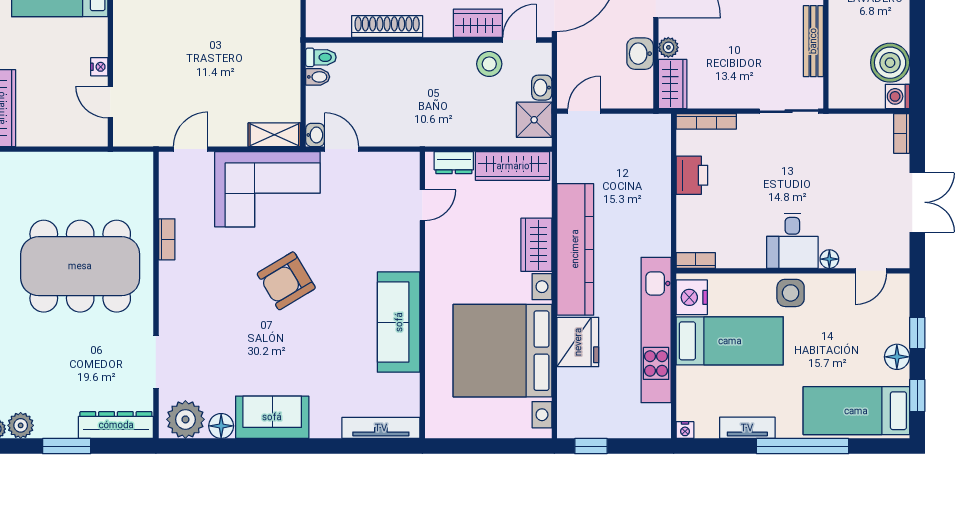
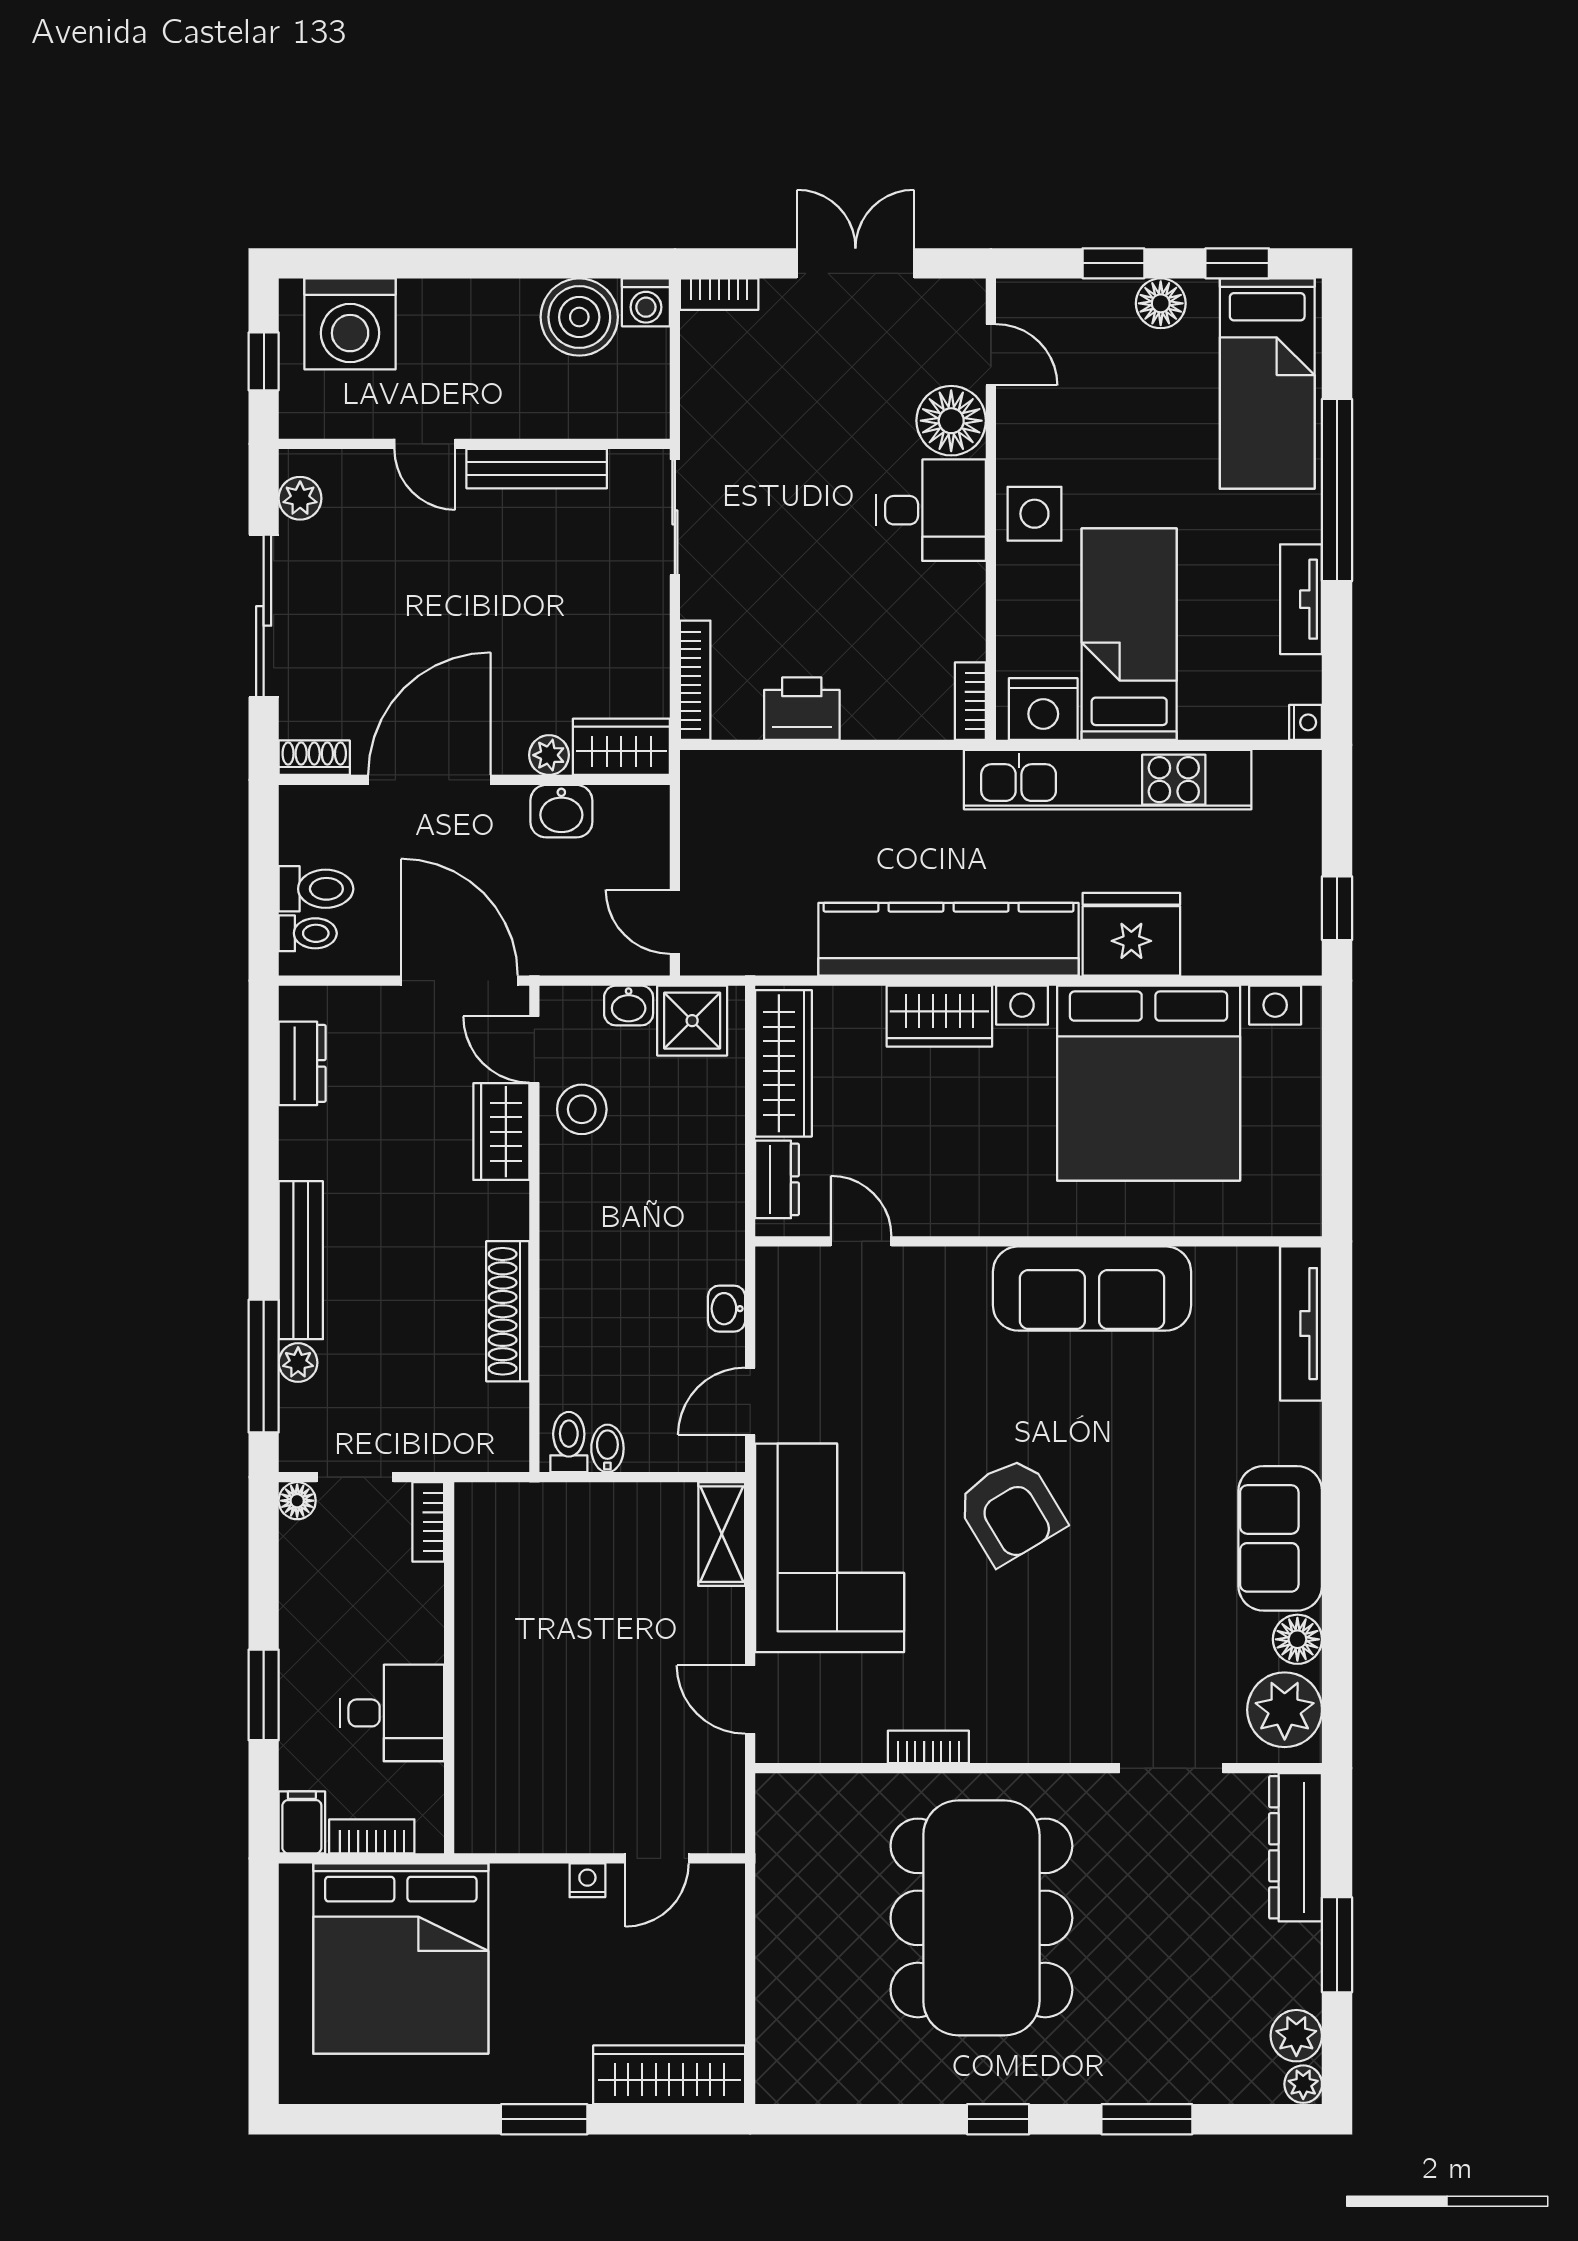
washbasin: (315, 135) -> (727, 1309), moved, turned -90
floor lamp: (829, 259) -> (951, 421), width x1.89, depth x1.89

